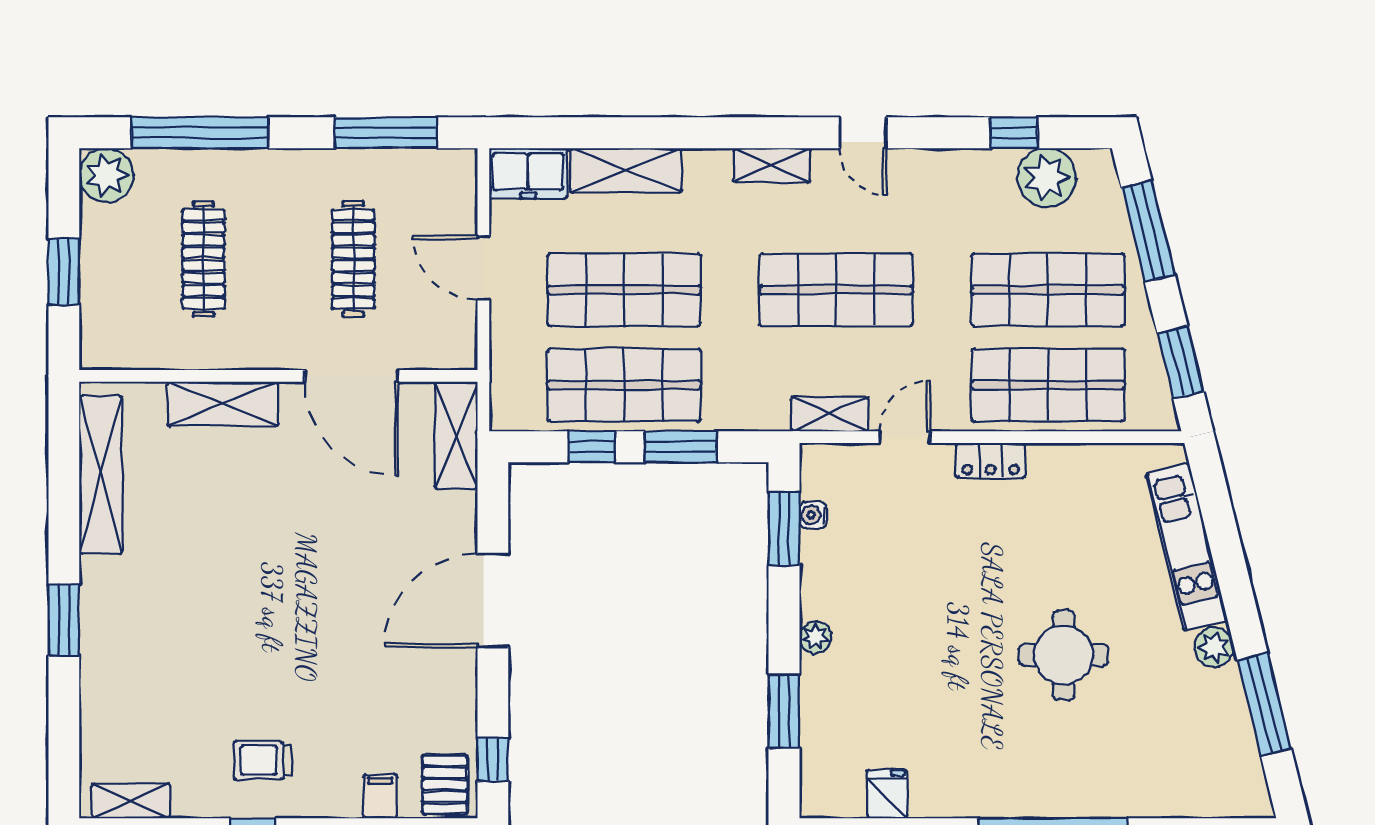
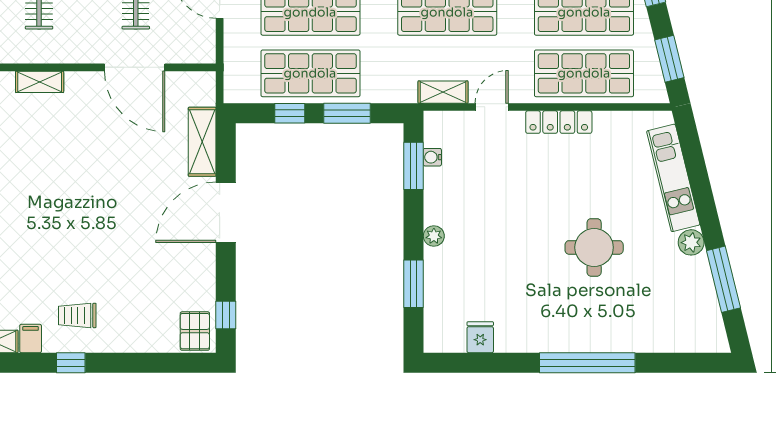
shelving: (223, 404) -> (40, 82), width x0.67, depth x0.75
shelving: (456, 435) -> (202, 142), moved
locker: (991, 461) -> (559, 122), width x1.53
filing cabinet: (380, 796) -> (31, 338), moved

